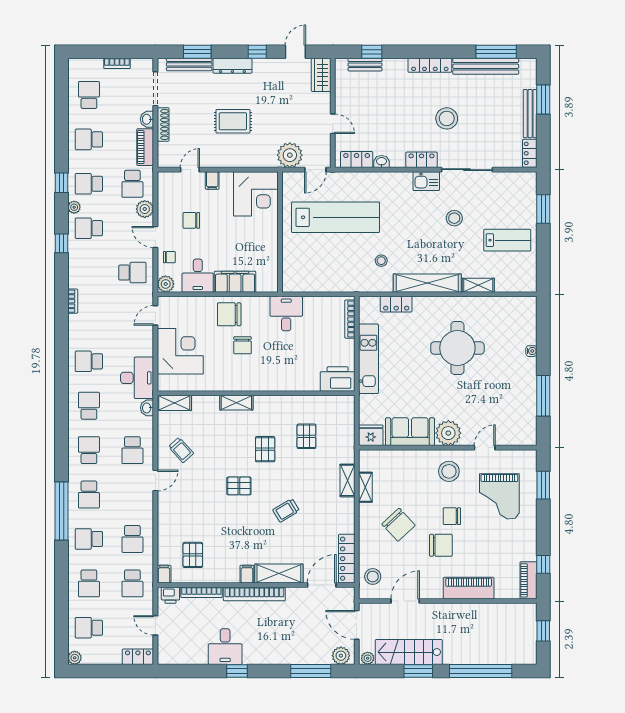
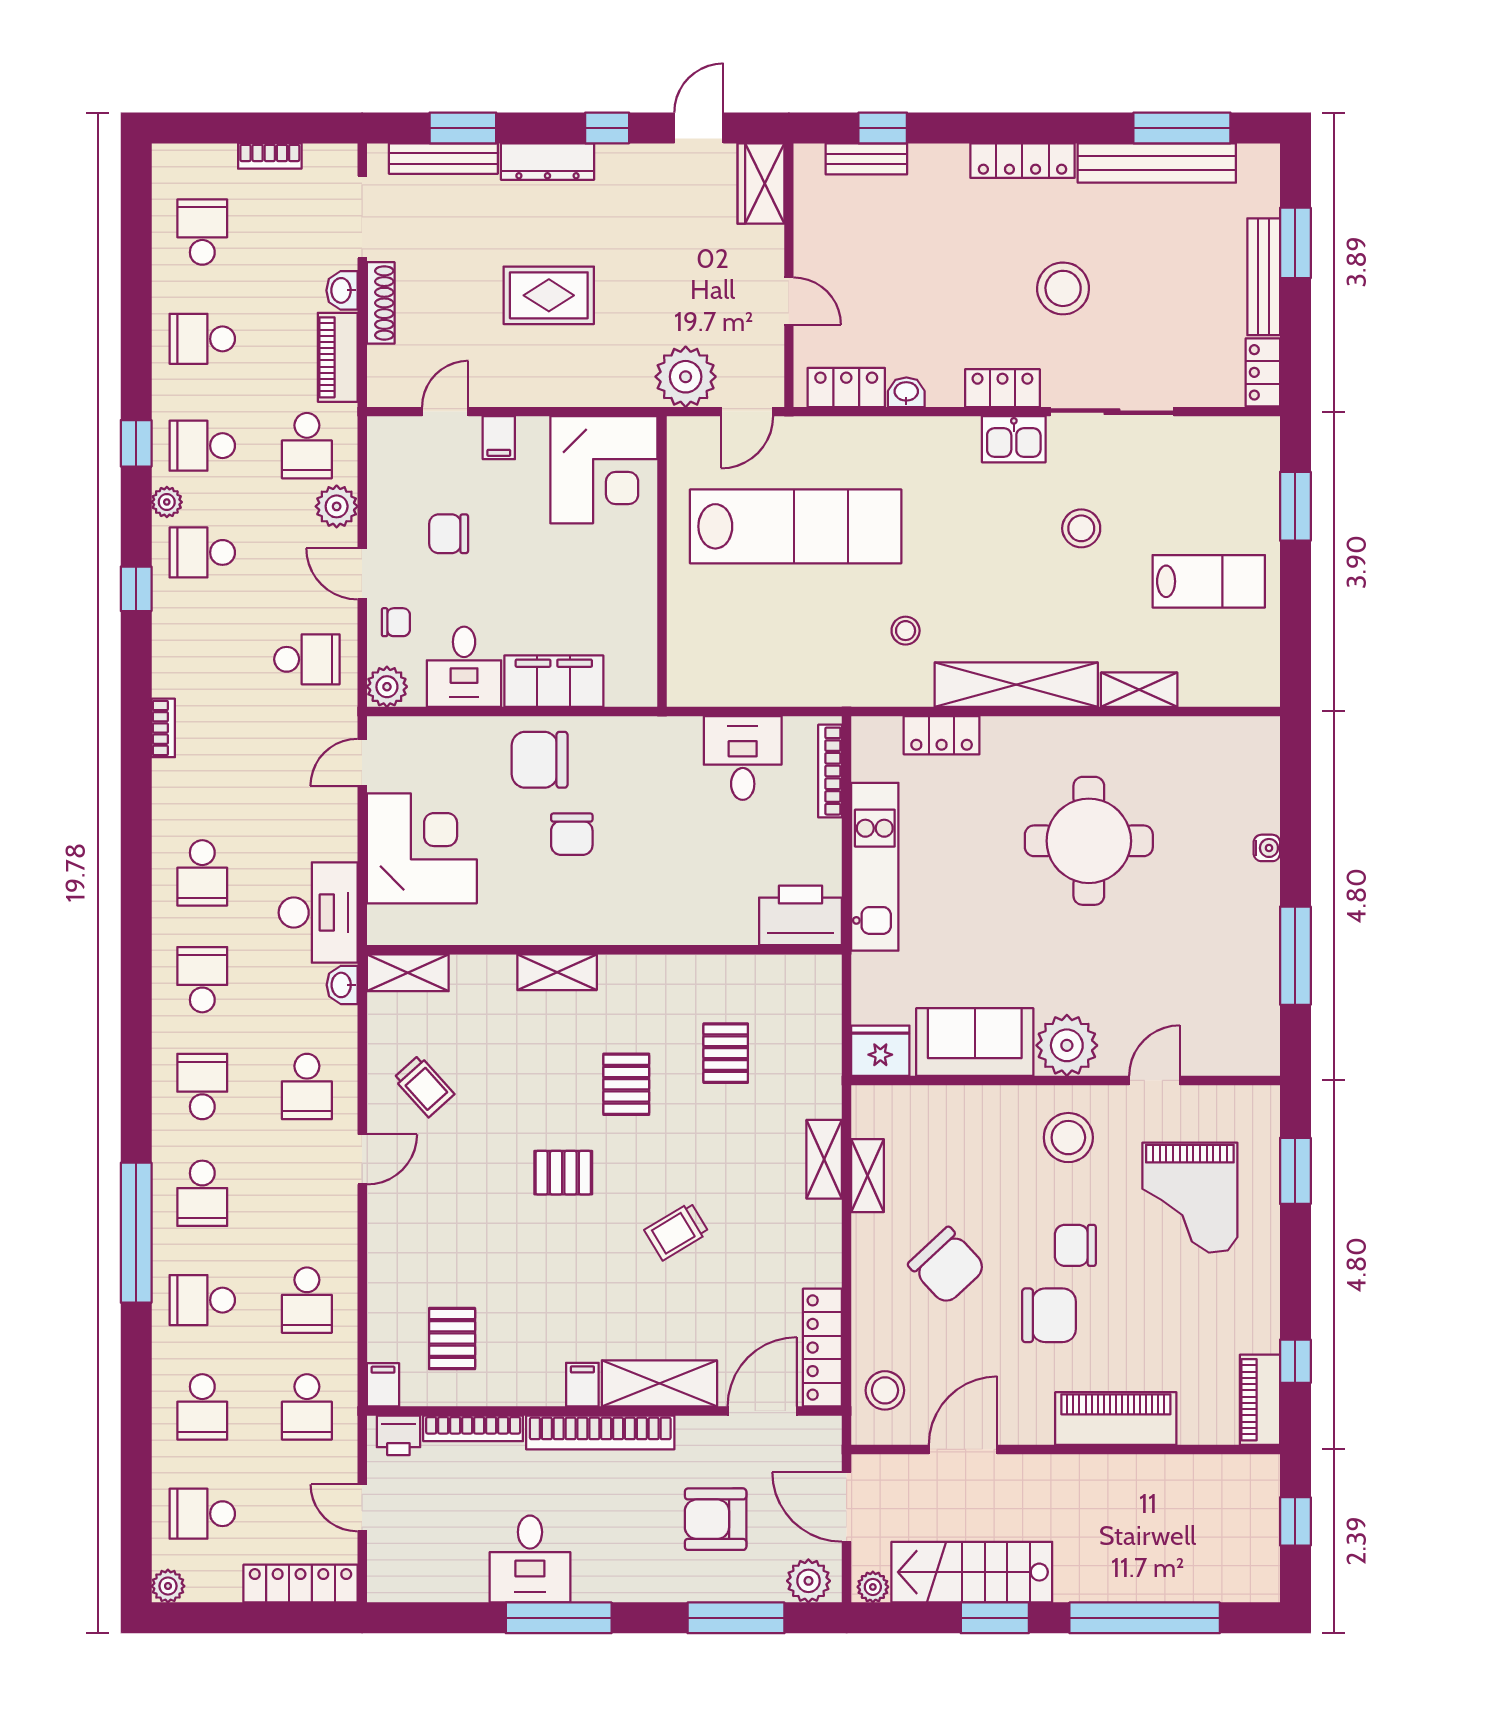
desk: (286, 314) -> (743, 758), moved
school desk: (89, 361) -> (202, 873), turned -90
armchair: (302, 630) -> (716, 1519), added
locker: (138, 657) -> (300, 1584), width x1.53
window: (237, 671) -> (559, 1618), width x2.17

